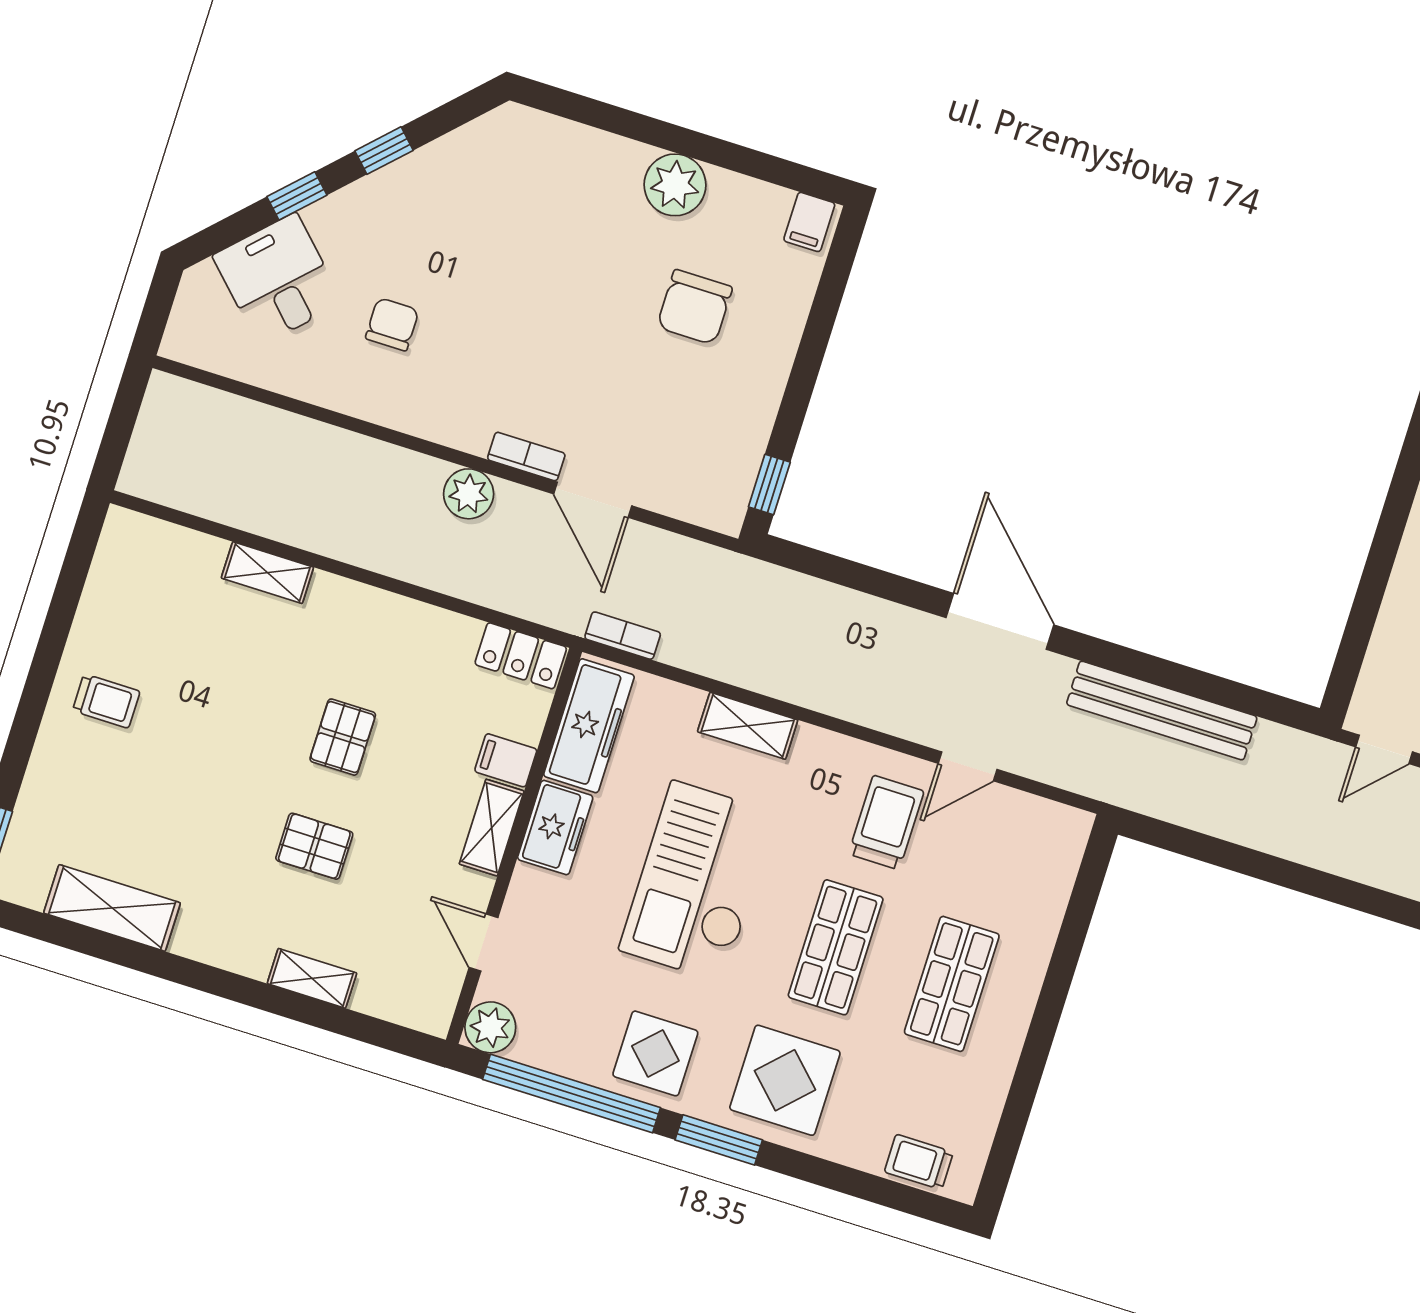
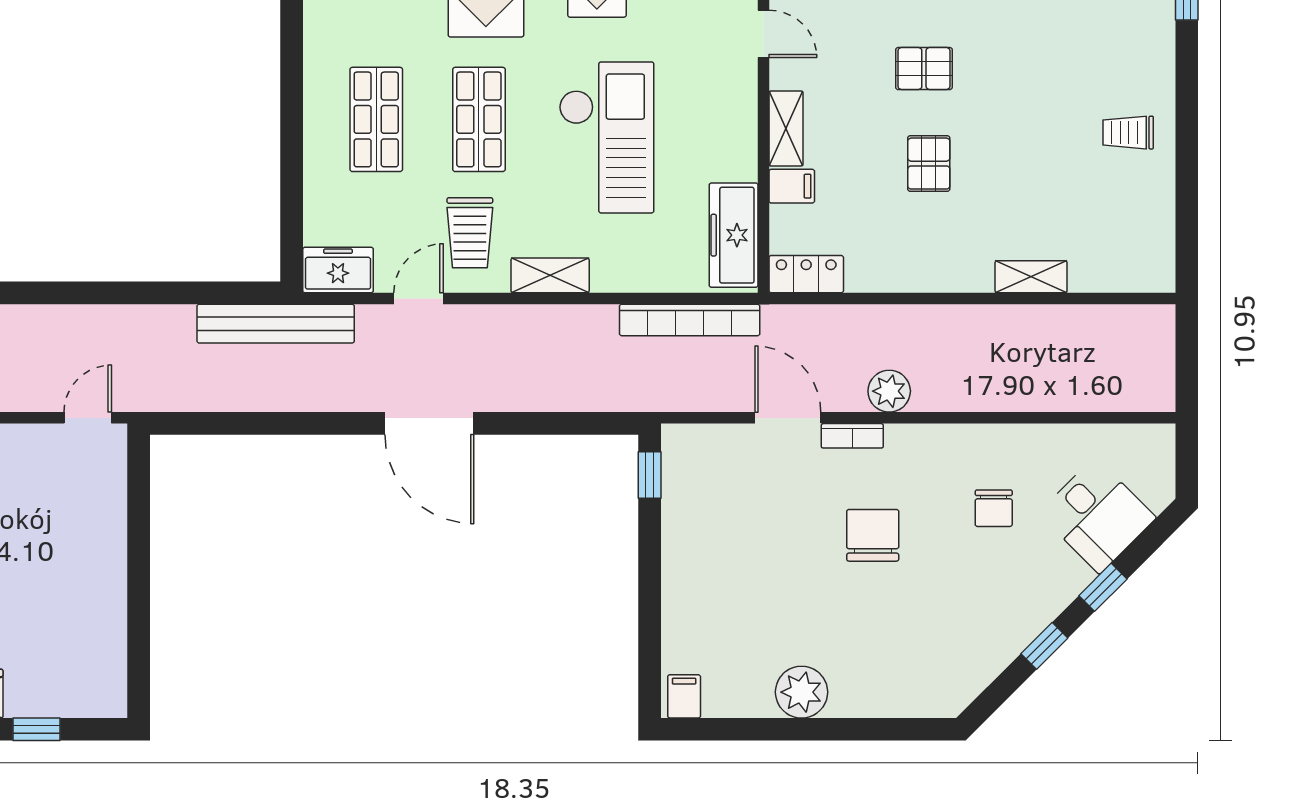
chair: (695, 307) -> (873, 535), moved
bookcase: (623, 636) -> (690, 320), width x2.31, depth x1.31
bench: (1162, 710) -> (276, 324), moved
shelving: (748, 726) -> (550, 275), moved
freezer: (555, 828) -> (338, 270), moved, turned 90

